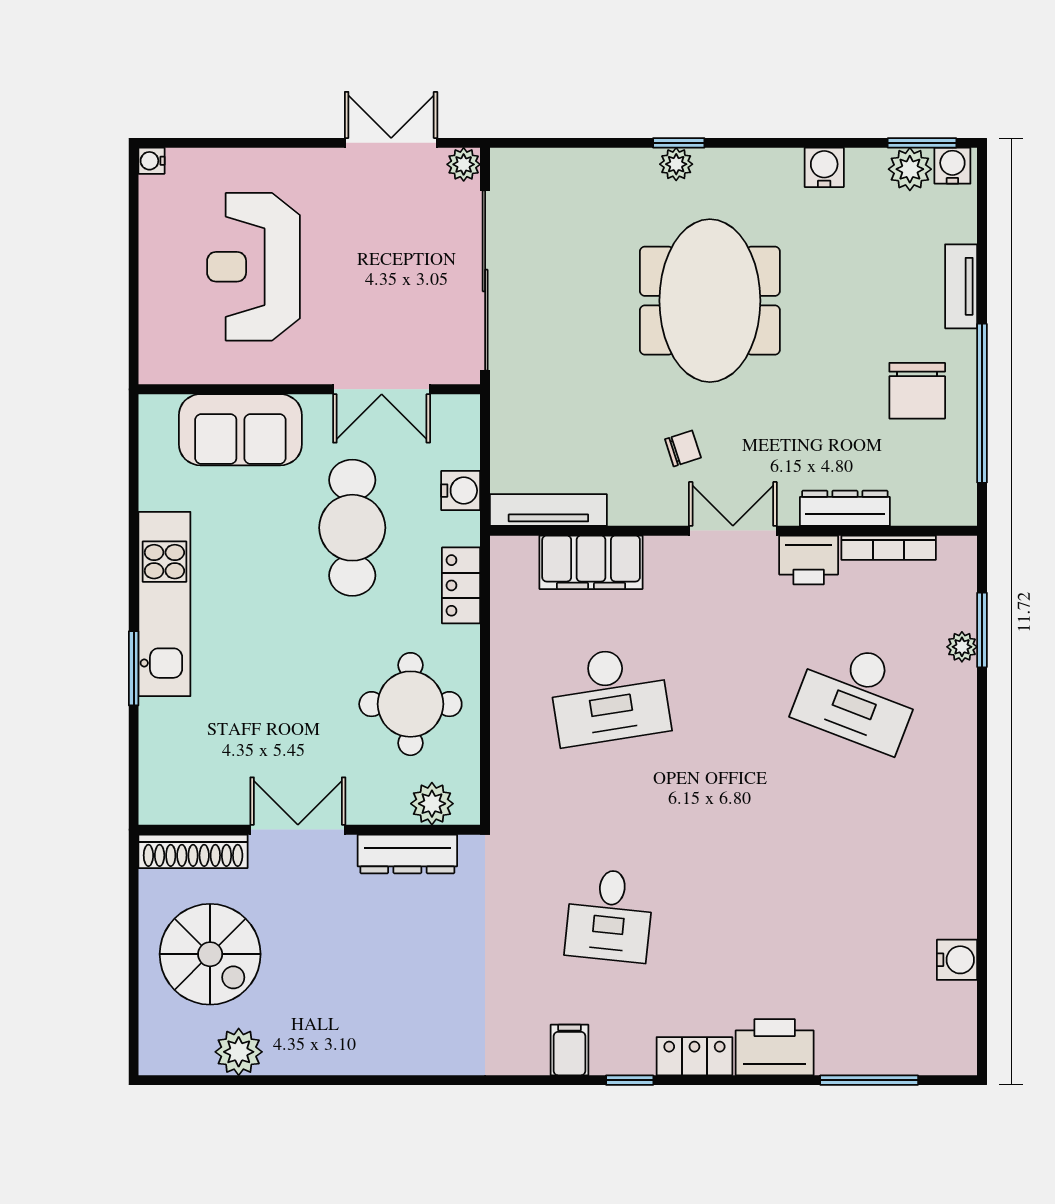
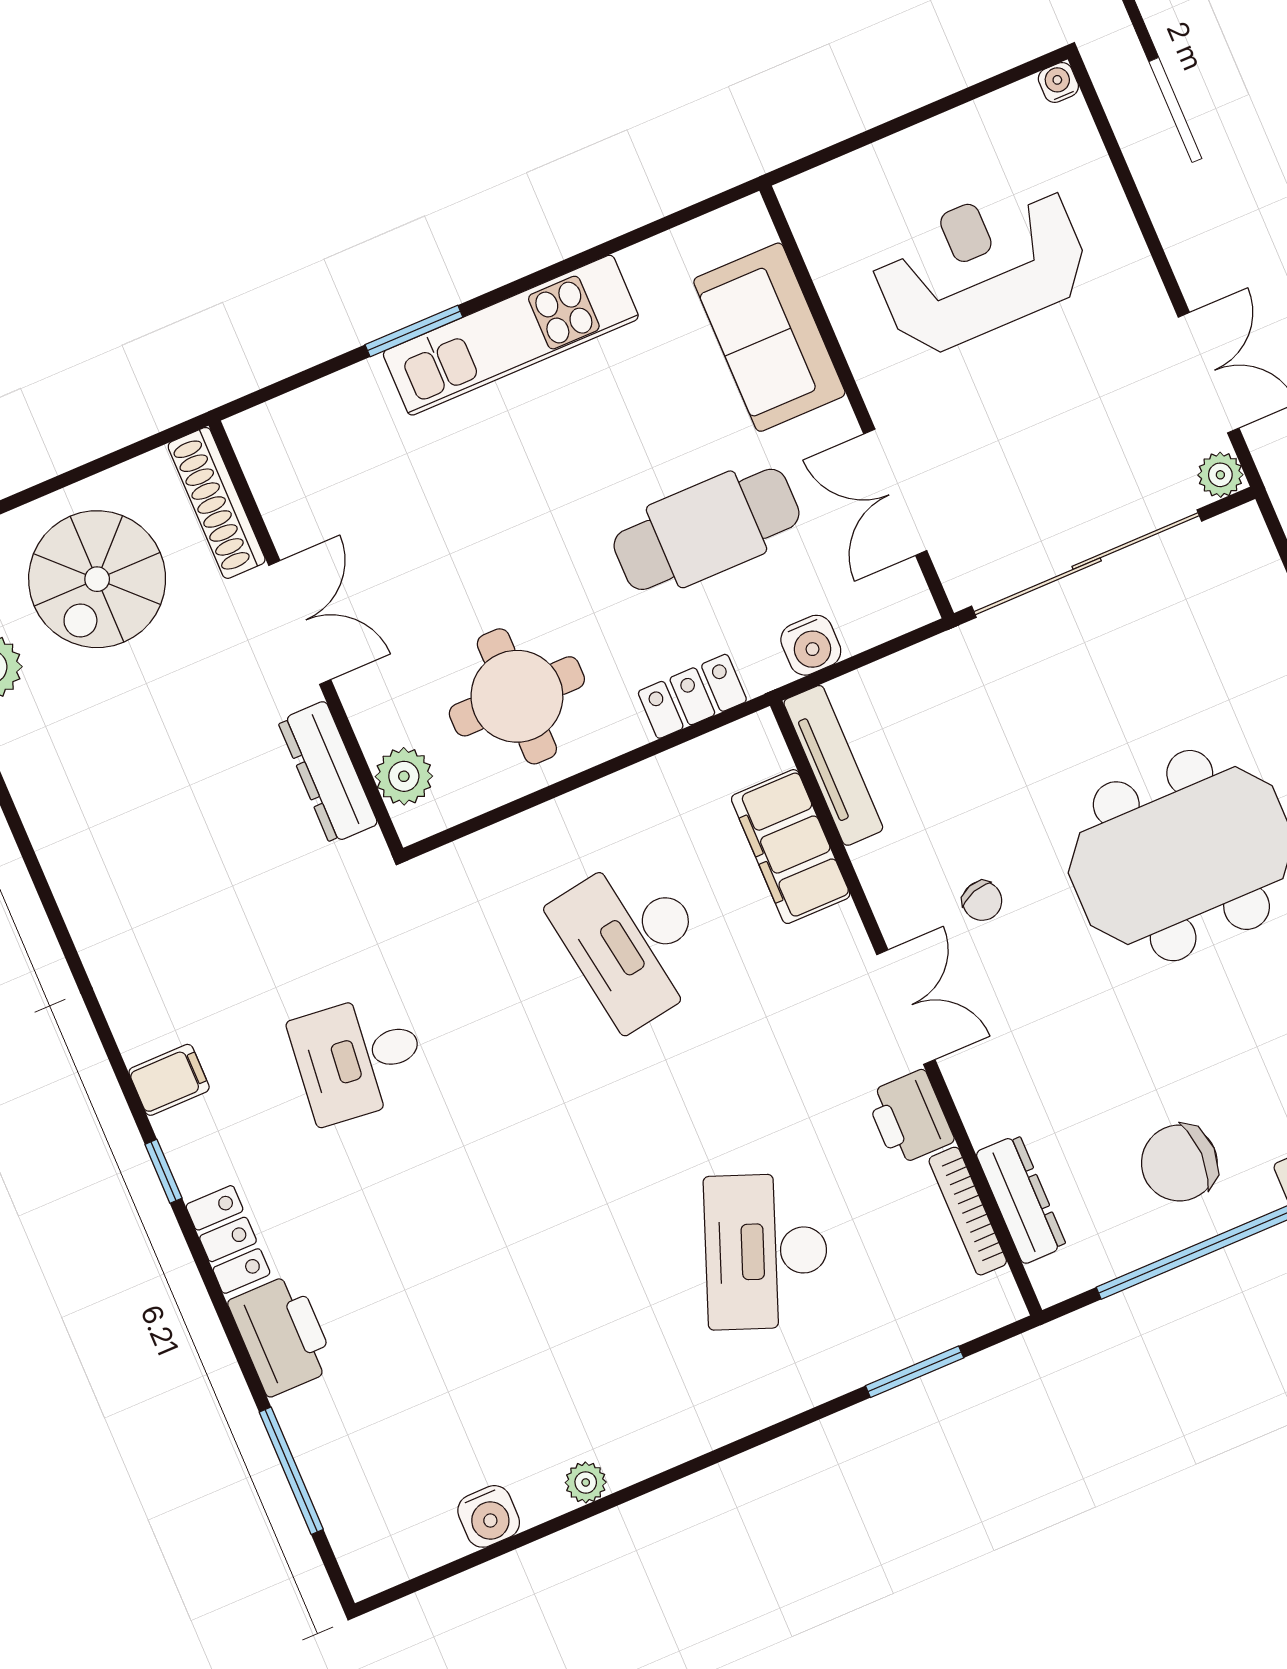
dresser: (845, 508) -> (1021, 1199), moved
plant: (962, 647) -> (586, 1482), moved

